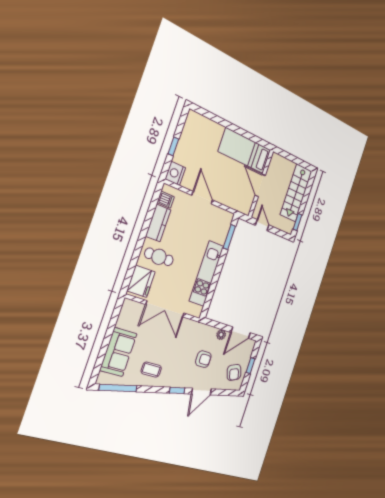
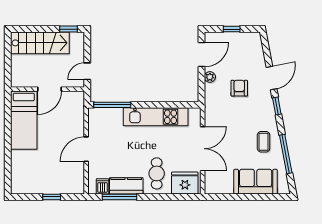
nightstand: (175, 173) -> (75, 186), removed
window: (151, 212) -> (120, 197), added
window: (229, 237) -> (112, 105), width x1.44
door: (241, 333) -> (202, 55), hinge flipped
armchair: (234, 372) -> (244, 47), removed
window: (118, 388) -> (286, 154), moved
door: (201, 391) -> (272, 78), hinge flipped

